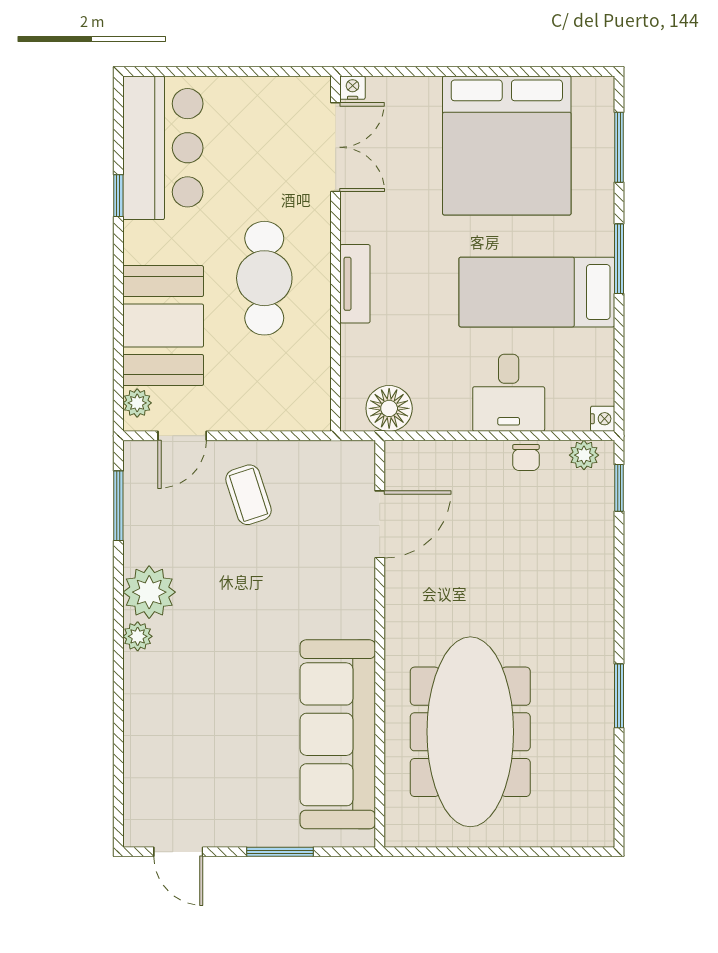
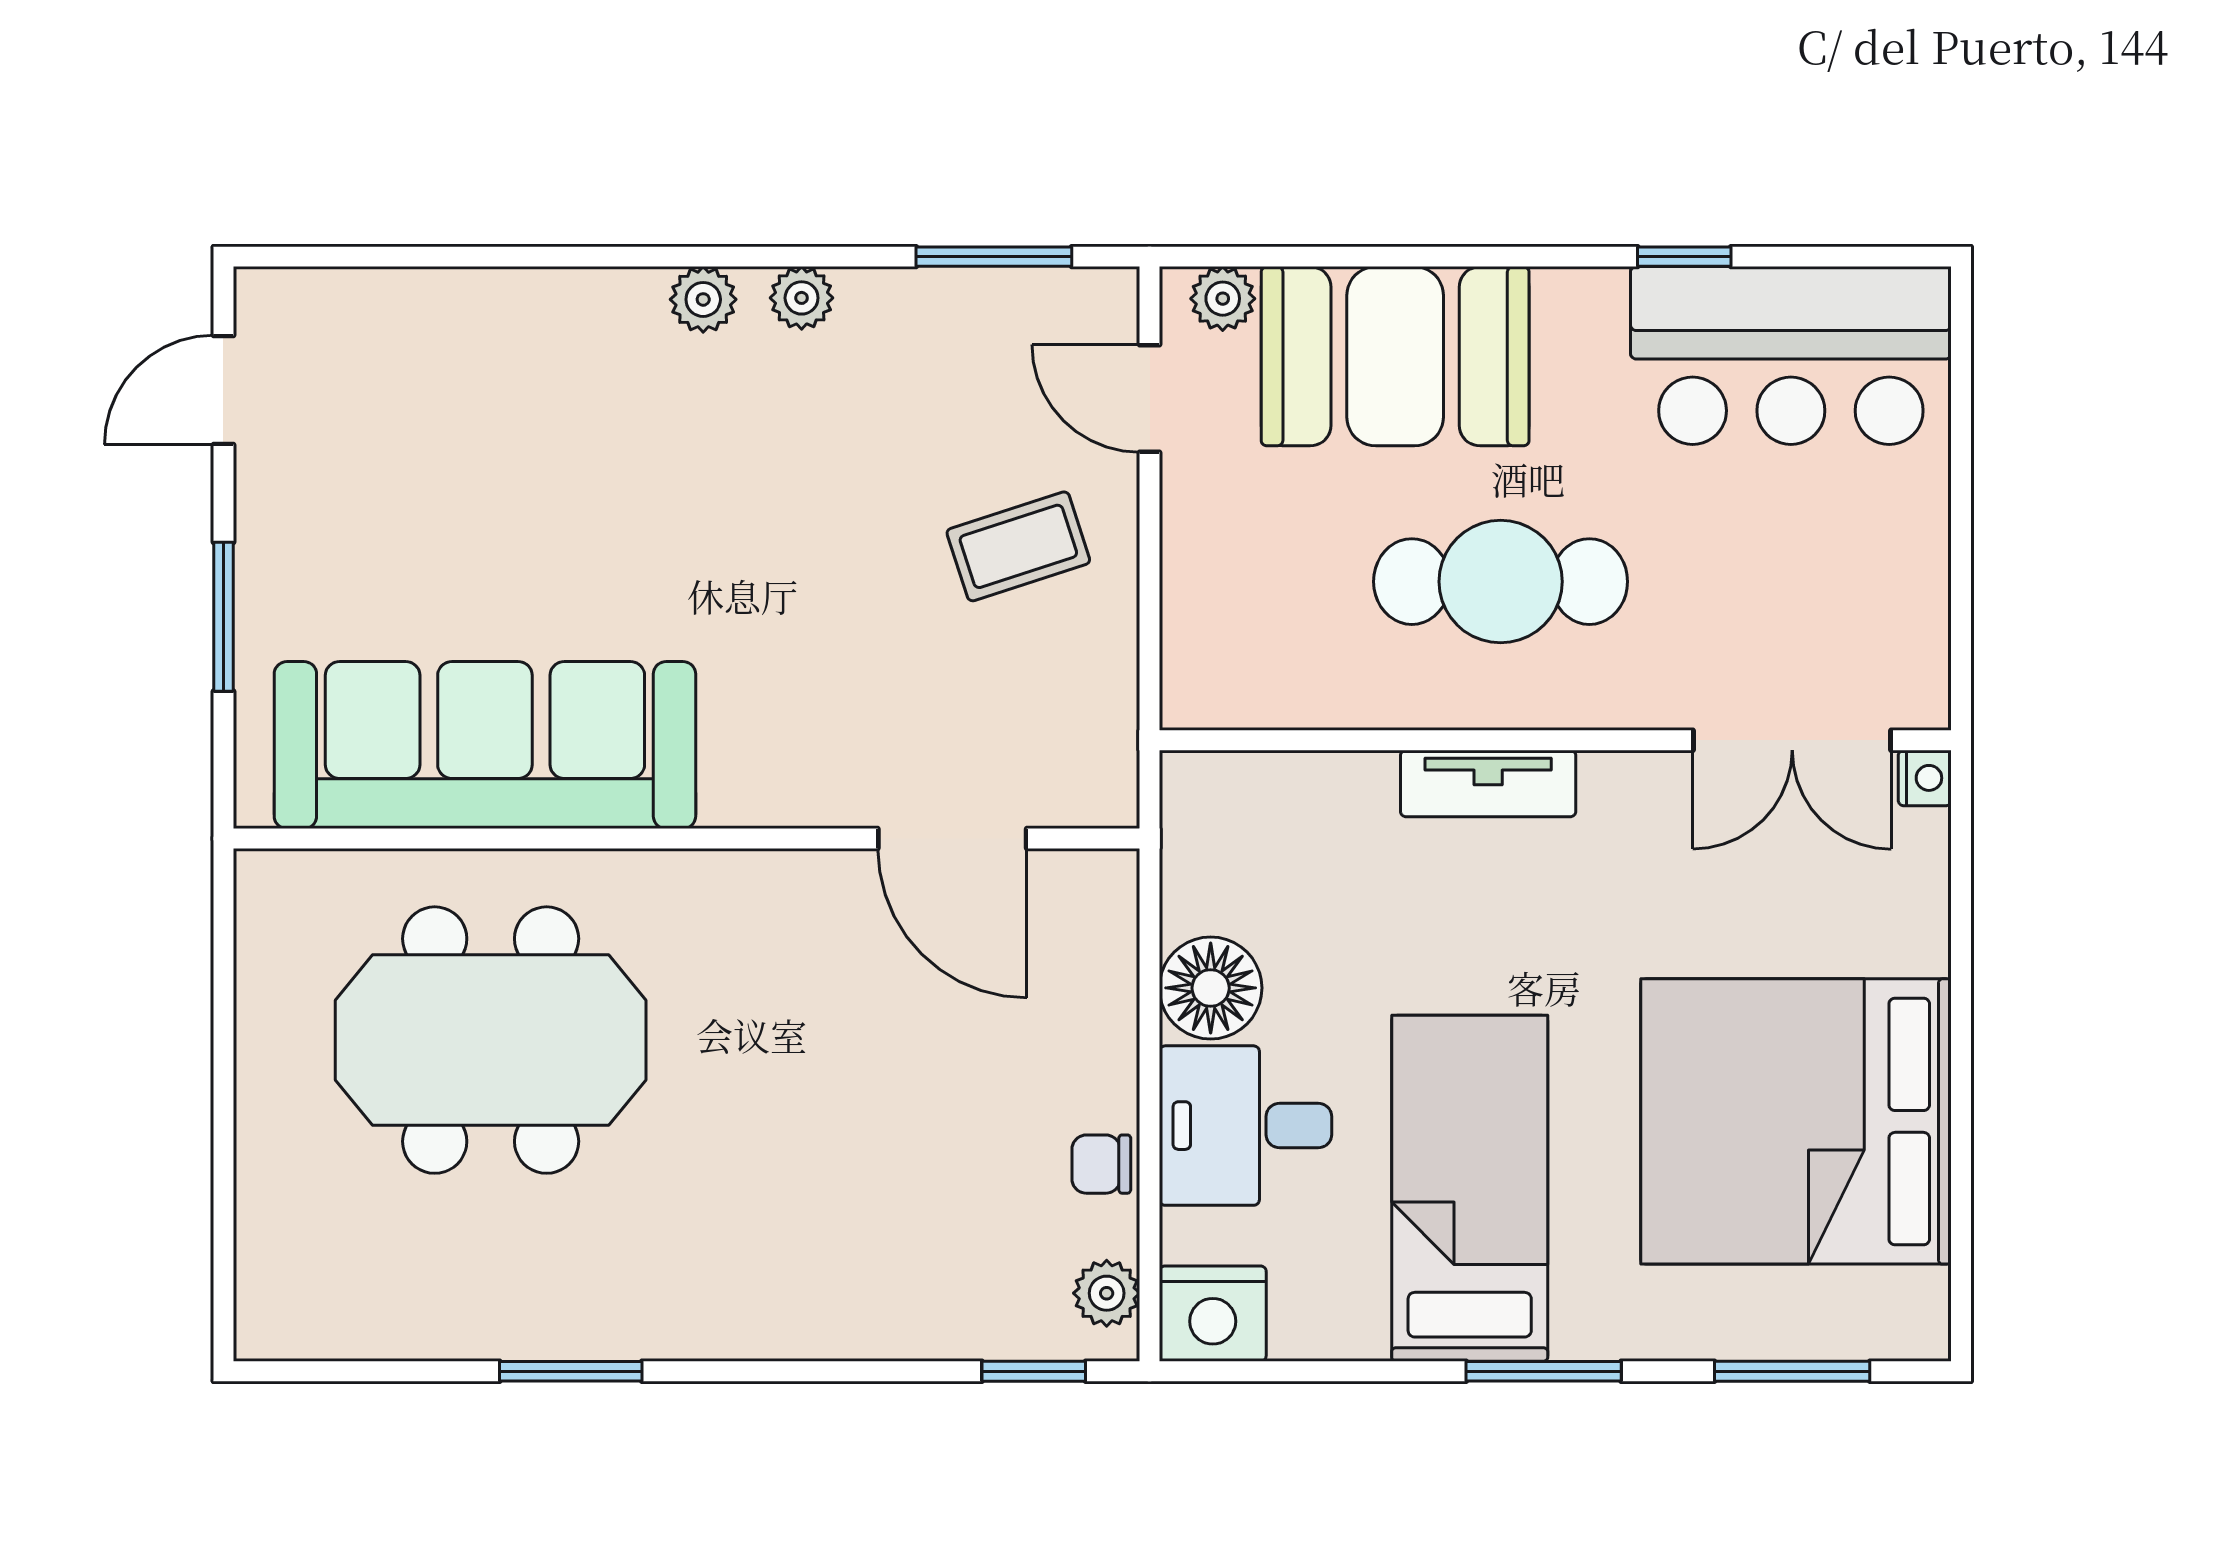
floor lamp: (389, 408) -> (1211, 988), moved
nightstand: (603, 419) -> (1213, 1314), width x1.89, depth x1.79
plant: (149, 592) -> (802, 298), width x0.53, depth x0.53
meeting table: (470, 732) -> (491, 1040), width x0.73

